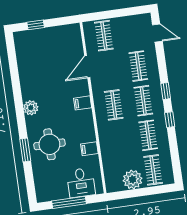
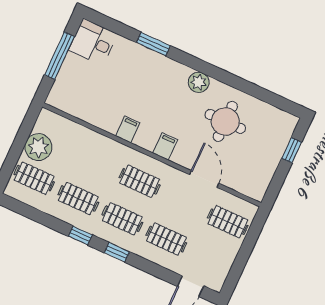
round table: (49, 144) -> (225, 121), moved
filing cabinet: (89, 149) -> (128, 129), moved
desk: (81, 183) -> (93, 42), moved

